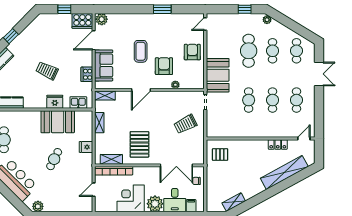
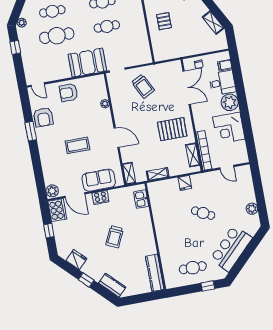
armchair: (164, 66) -> (43, 117), moved, turned -90
cooker: (87, 74) -> (100, 197), moved
fridge: (55, 102) -> (77, 260), moved, turned 135
booth: (58, 122) -> (164, 216), removed
pallet: (220, 155) -> (164, 21), moved
plant: (38, 206) -> (252, 209), moved

